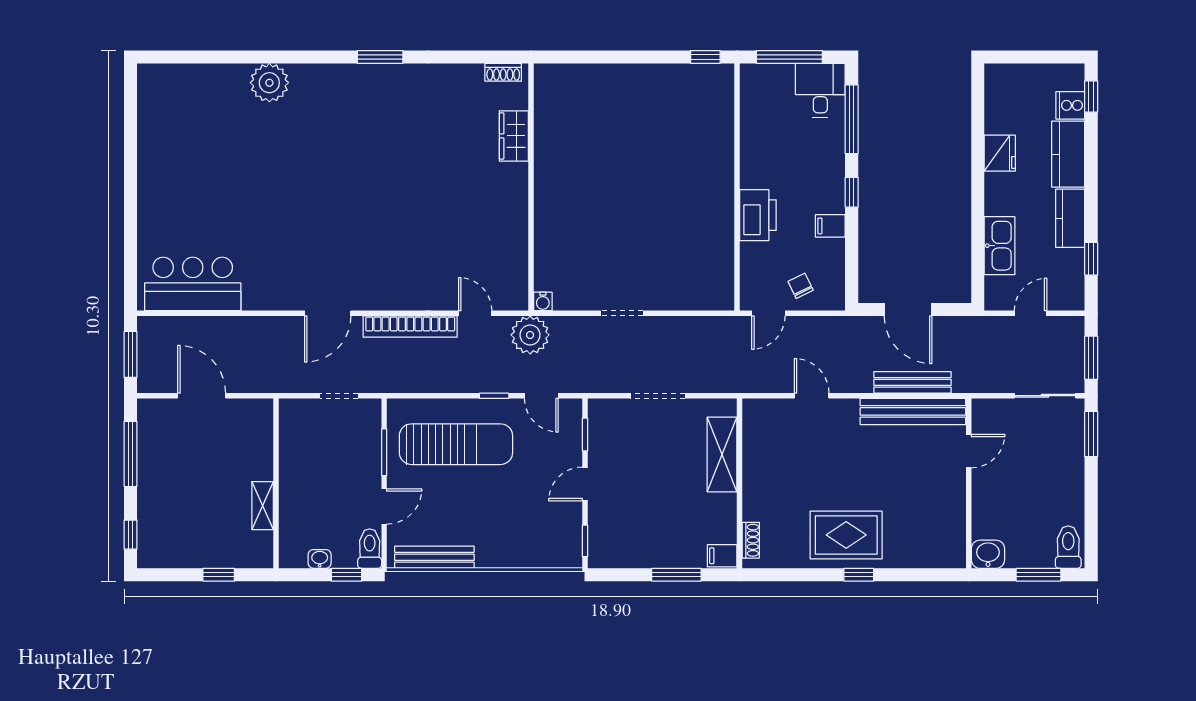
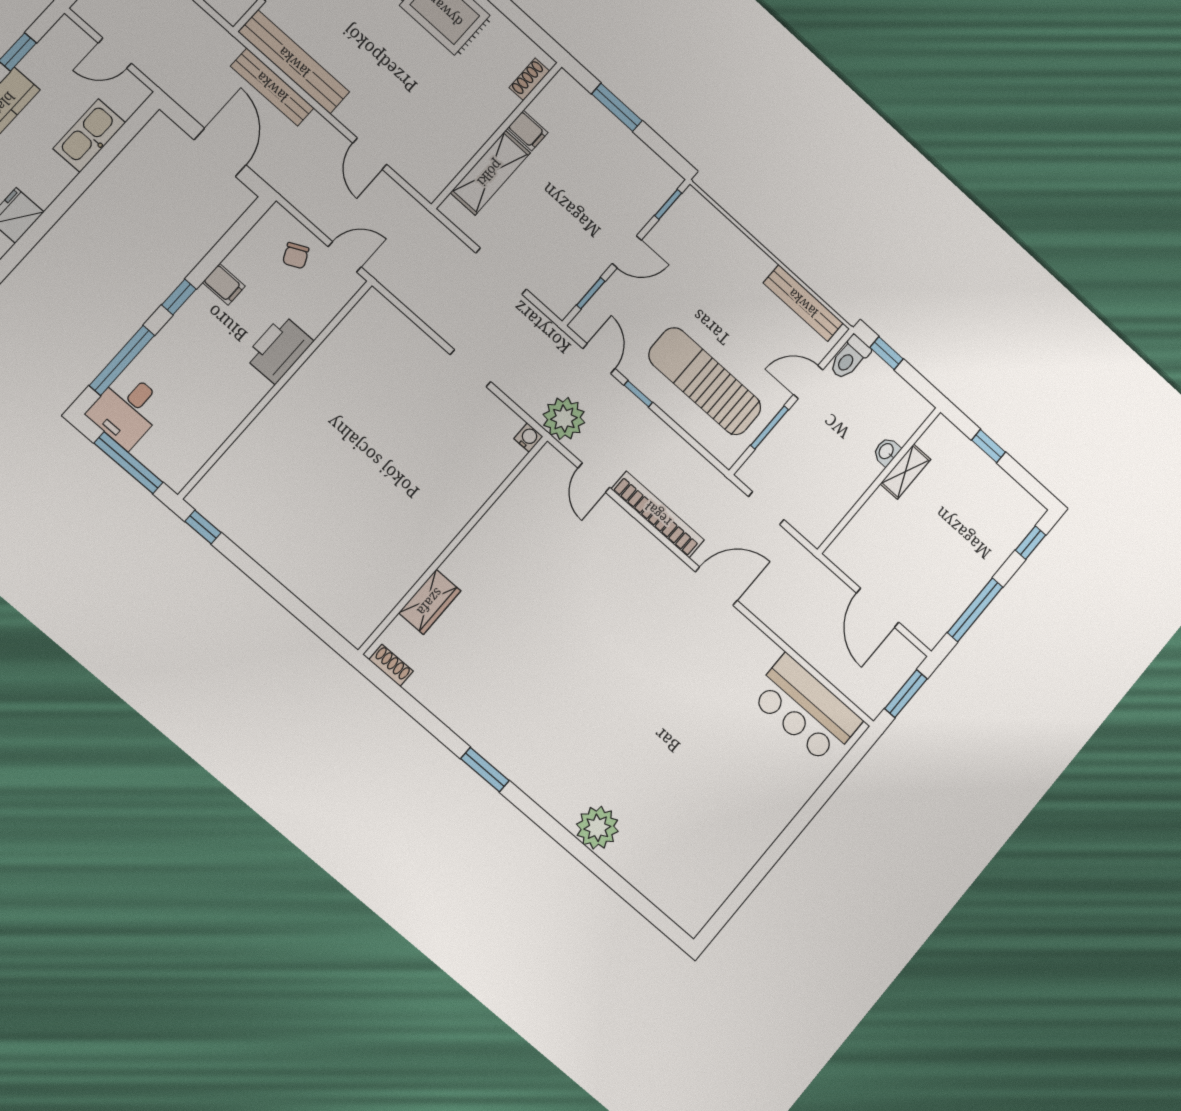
filing cabinet: (722, 556) -> (527, 131), moved
washbasin: (320, 559) -> (887, 451), moved, turned 90

